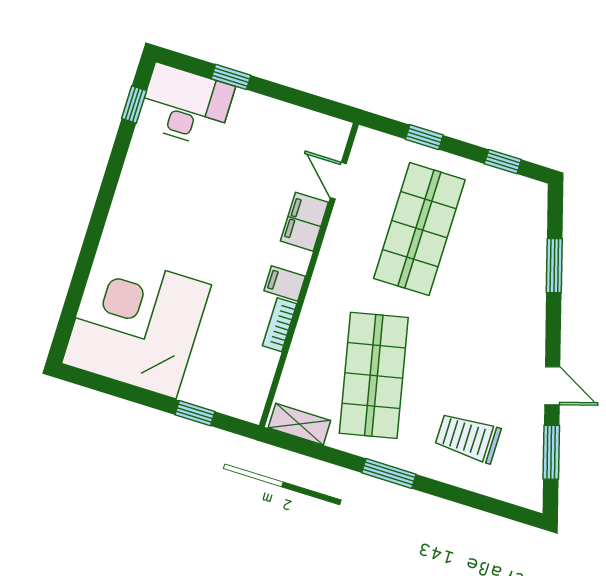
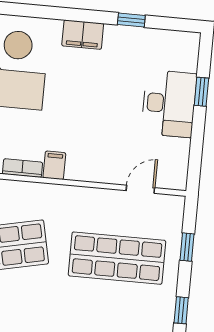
window: (134, 105) -> (131, 20), moved
desk: (186, 105) -> (169, 104), moved
filing cabinet: (304, 222) -> (83, 35), moved, turned 180

